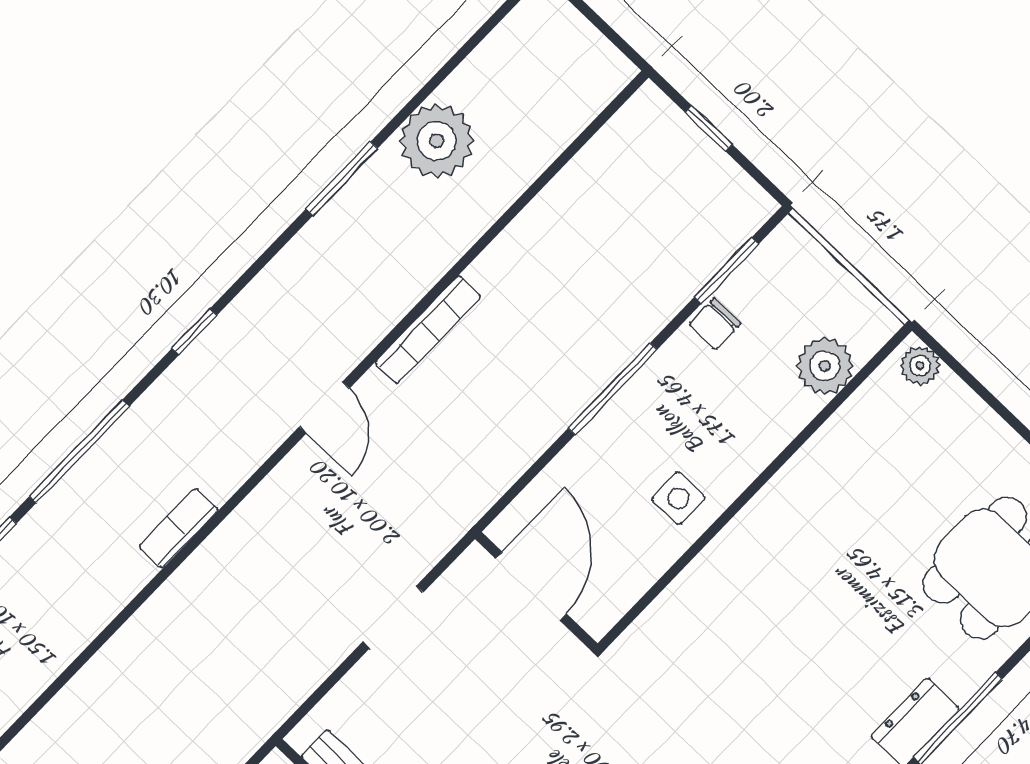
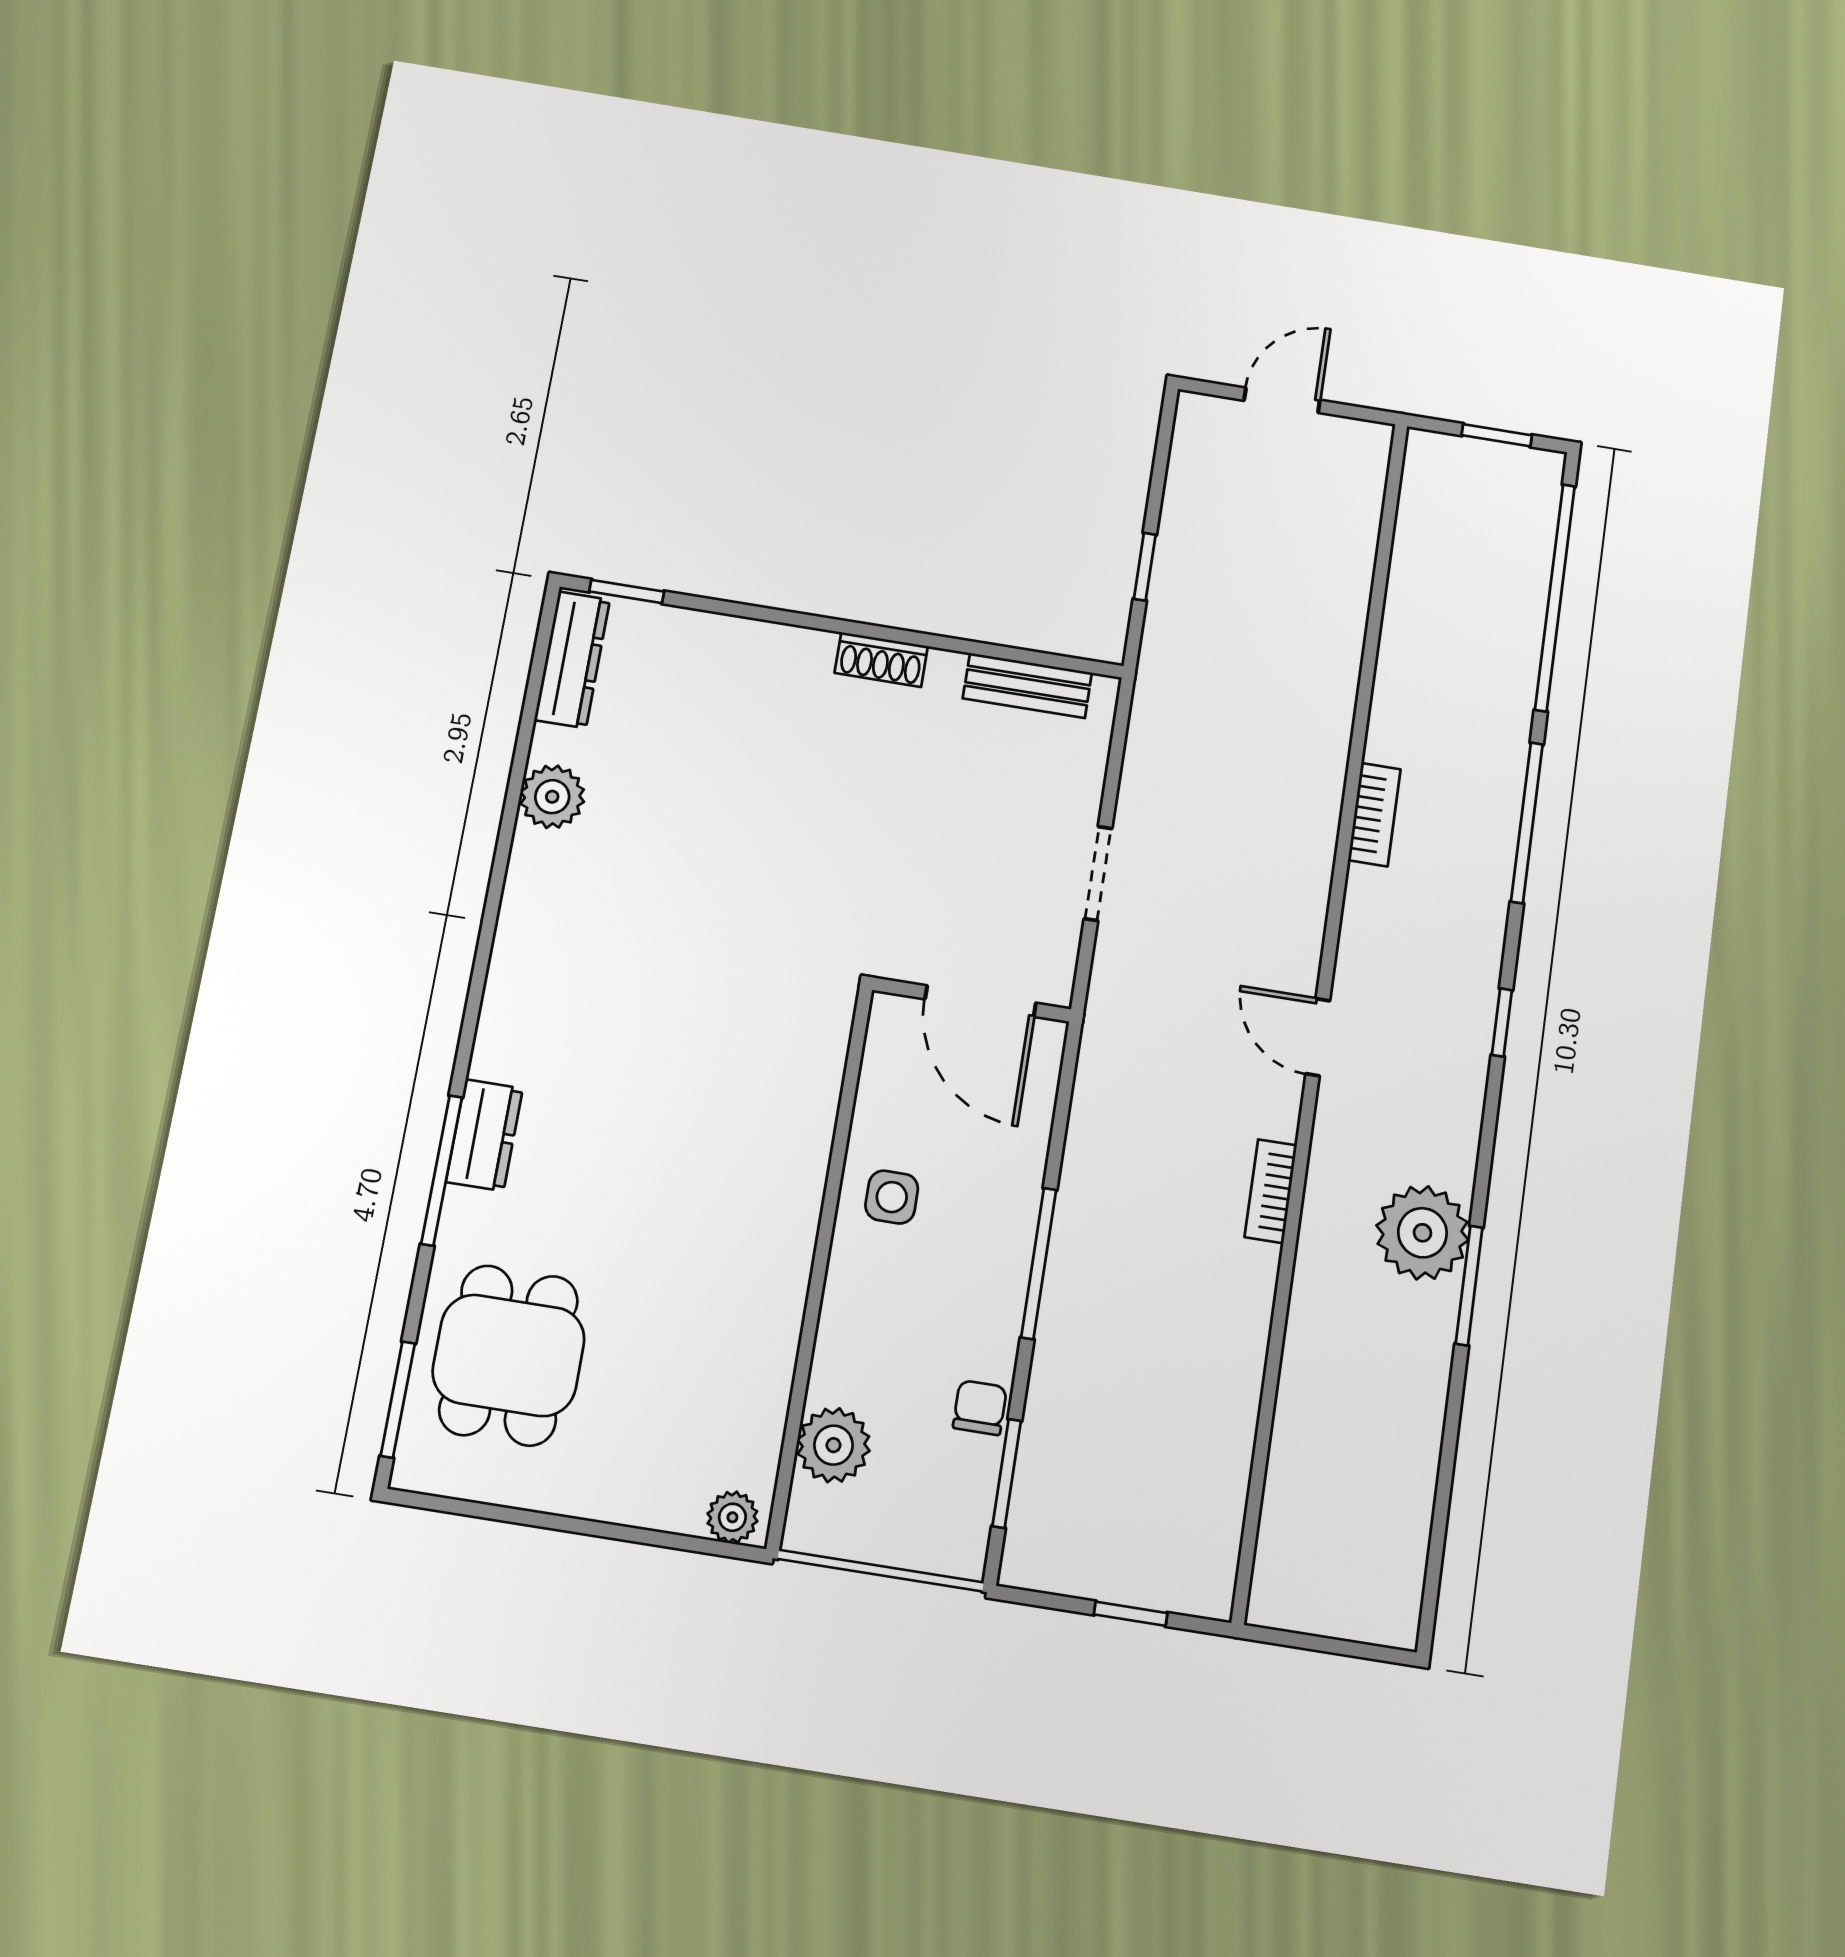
plant: (437, 141) -> (1422, 1233), moved
bookcase: (428, 329) -> (1271, 1191), width x0.64

